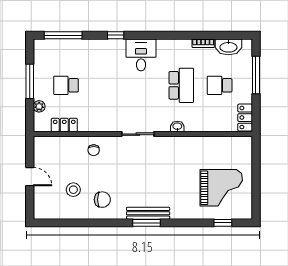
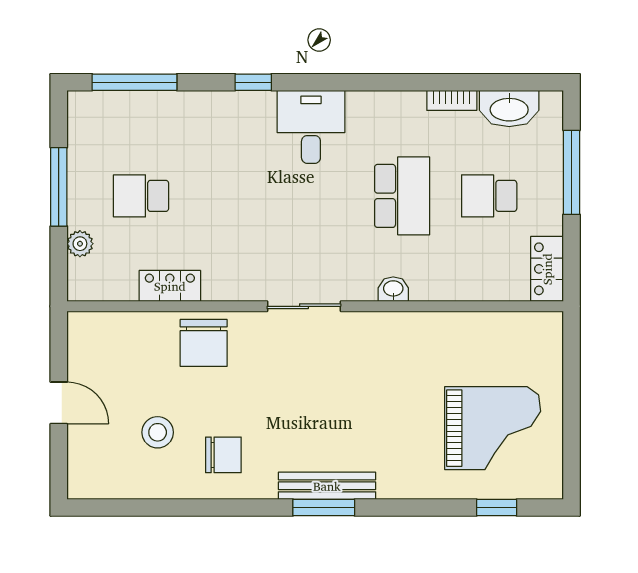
locker: (64, 125) -> (170, 286), moved
chair: (94, 150) -> (204, 343), width x1.87, depth x1.87

